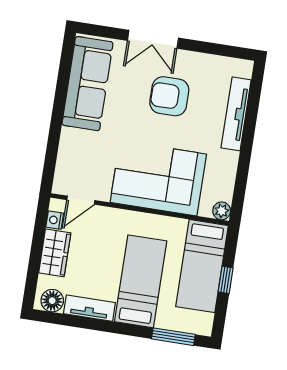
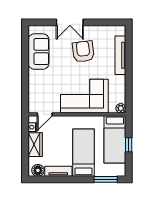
sofa: (88, 84) -> (39, 52), width x0.73
armchair: (169, 96) -> (83, 52), turned 83

